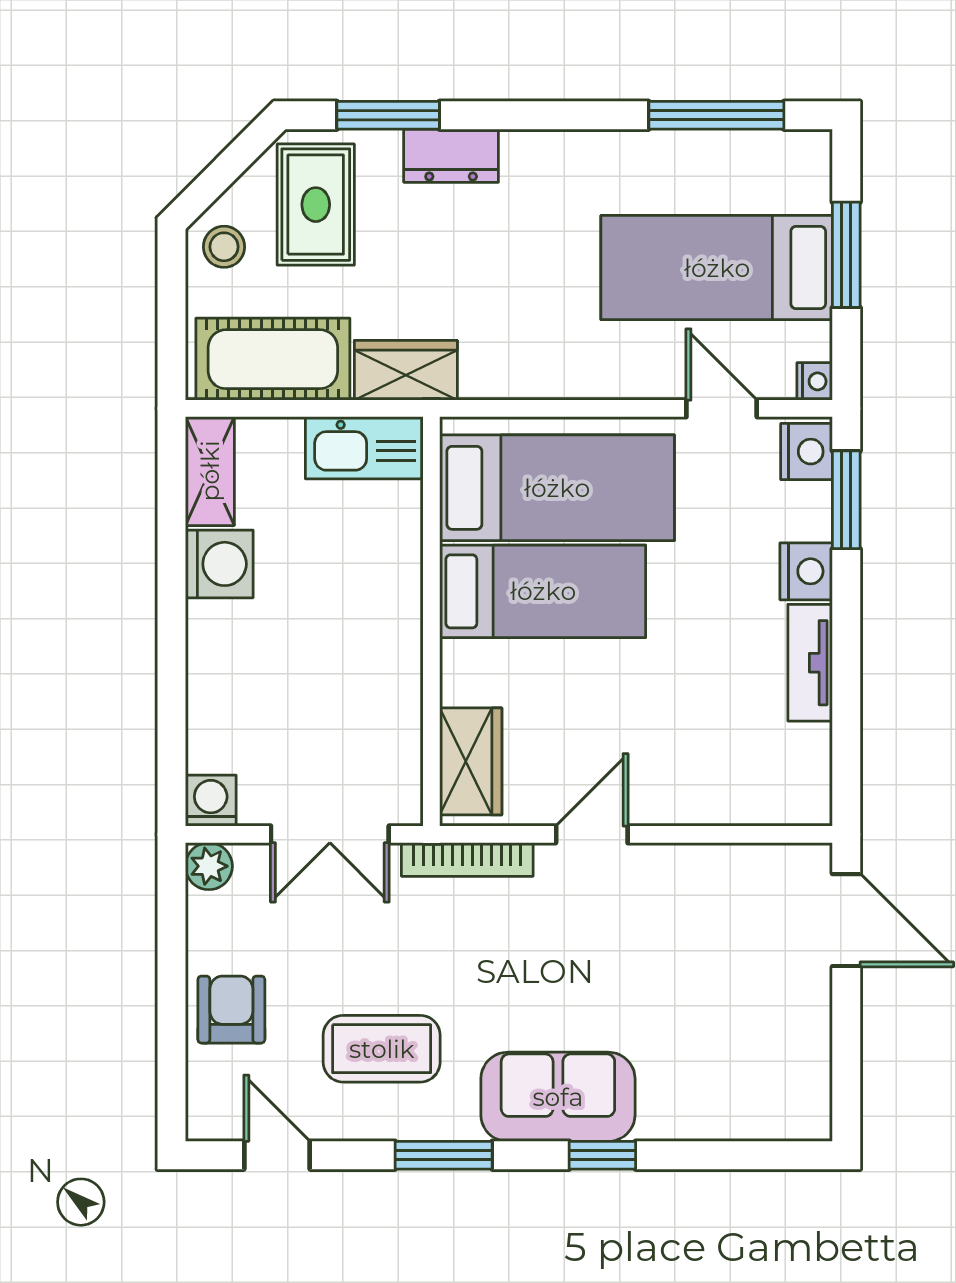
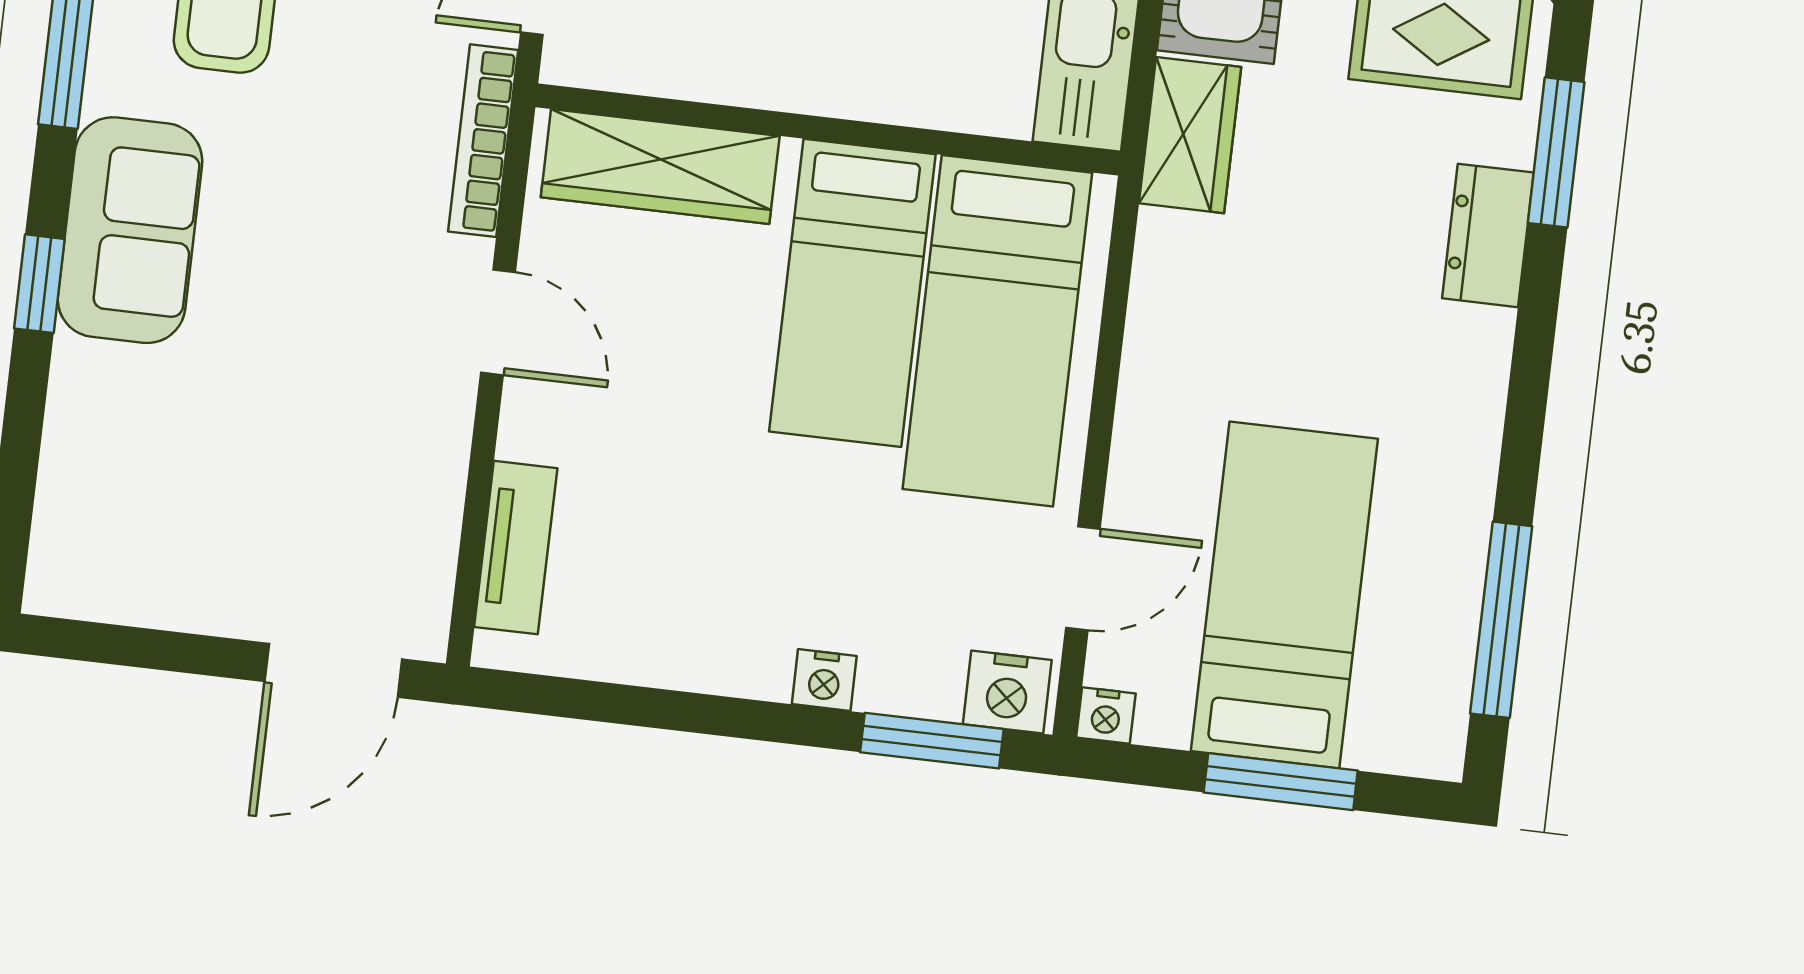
nightstand: (806, 571) -> (824, 680), width x0.72, depth x0.74
tv unit: (810, 663) -> (516, 548), moved, turned 90
wardrobe: (471, 761) -> (660, 167), width x1.50

